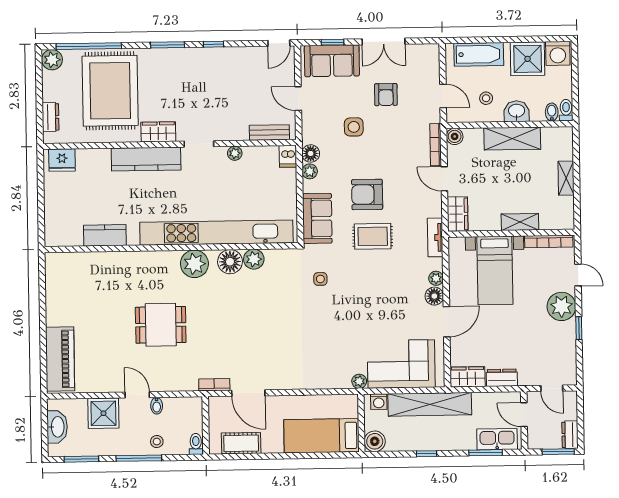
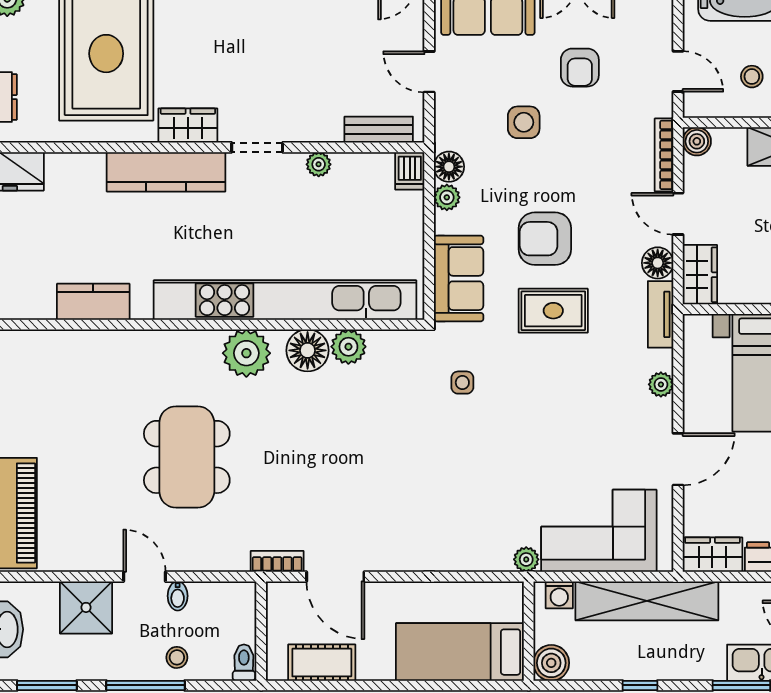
floor lamp: (434, 296) -> (658, 263), moved
dining table: (161, 325) -> (187, 457), width x1.38

